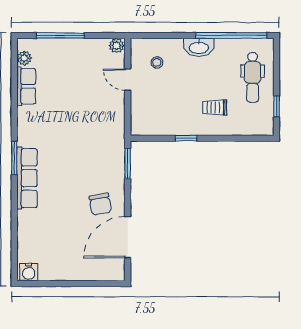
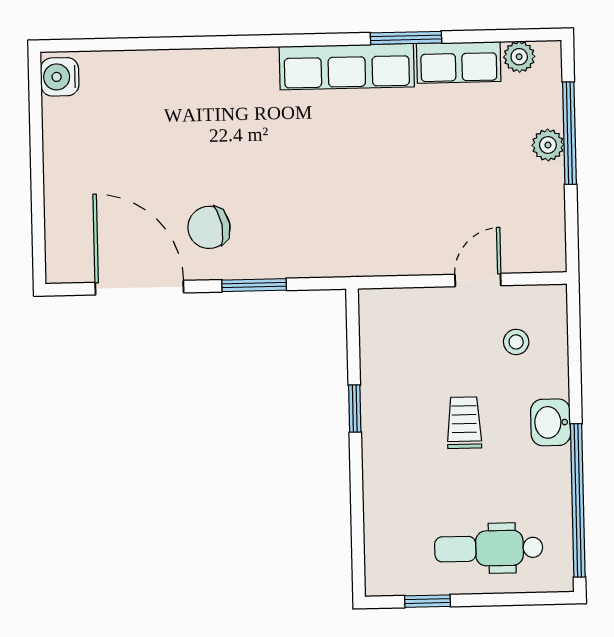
plant: (117, 46) -> (548, 145), moved
washbasin: (199, 47) -> (551, 422), width x0.72
trolley: (215, 107) -> (464, 423), moved
window: (14, 158) -> (406, 38), moved
window: (128, 164) -> (254, 285), moved
row of seats: (27, 178) -> (347, 67), moved

